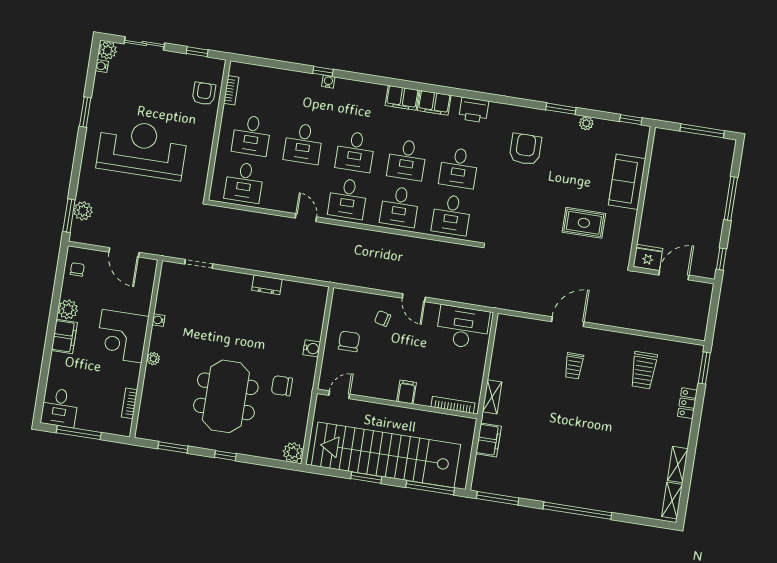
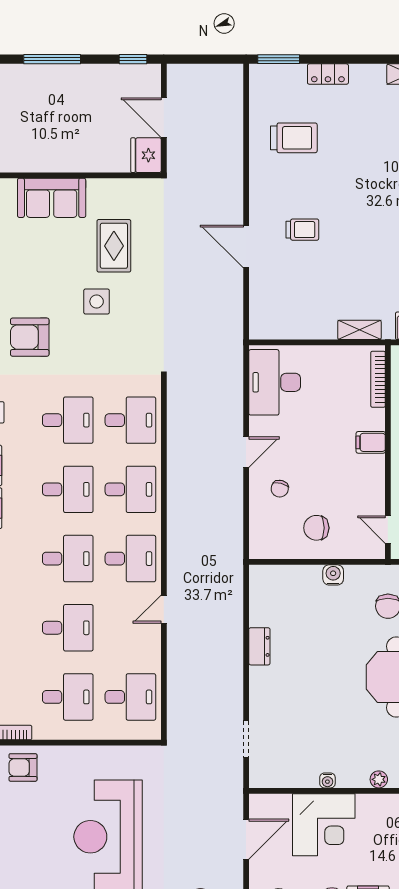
side table: (544, 203) -> (97, 301), added
corner desk: (122, 336) -> (324, 825), moved

